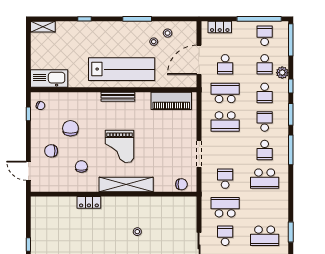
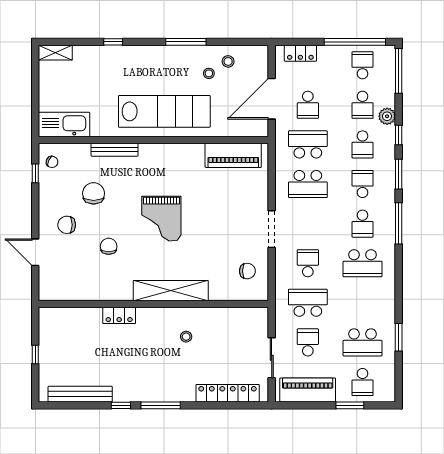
bench: (118, 97) -> (115, 150), moved
shelving: (126, 184) -> (171, 291), moved
wall: (114, 194) -> (153, 304), moved
locker: (89, 202) -> (119, 315), moved

